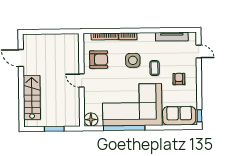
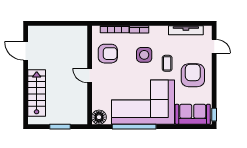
armchair: (179, 79) -> (193, 75), width x1.88, depth x1.88

